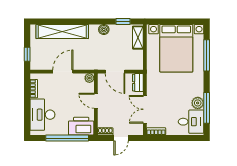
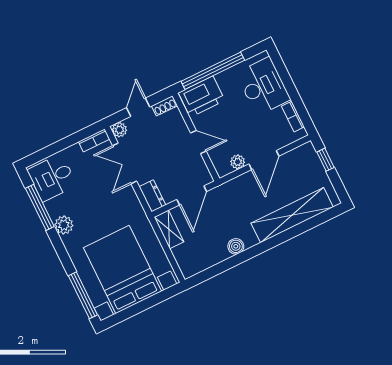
window: (123, 21) -> (215, 271), removed
shelving: (138, 38) -> (169, 229), moved
window: (207, 55) -> (83, 295), moved
door: (115, 72) -> (192, 195), swing flipped
plant: (89, 78) -> (238, 162), moved
plant: (198, 103) -> (64, 225), moved
double door: (145, 109) -> (125, 163), swing flipped
plant: (138, 130) -> (119, 130), added

